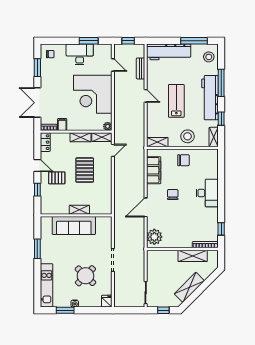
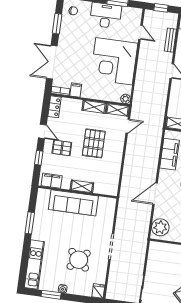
filing cabinet: (52, 208) -> (52, 181), added

